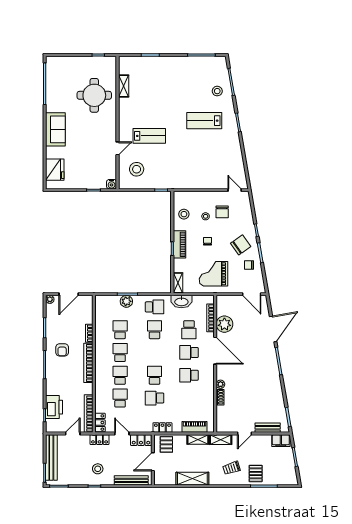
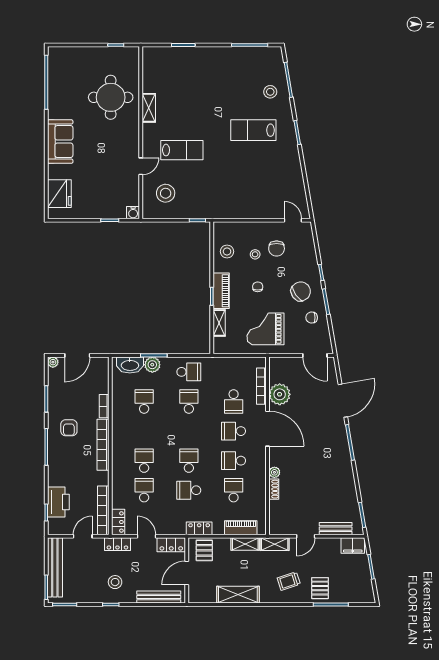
shelving: (124, 86) -> (149, 108), moved
shelving: (178, 283) -> (219, 323), moved
washbasin: (181, 302) -> (130, 365), moved
school desk: (120, 352) -> (234, 490), moved

